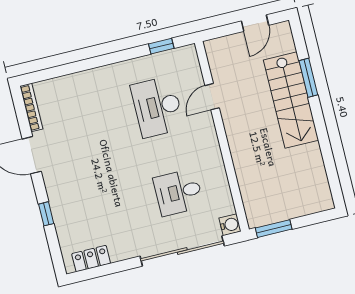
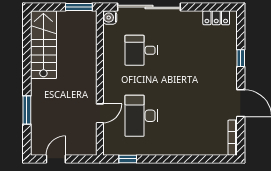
stairs: (291, 100) -> (43, 45), moved
desk: (157, 107) -> (141, 116), turned 180
desk: (178, 192) -> (141, 50), turned 180

